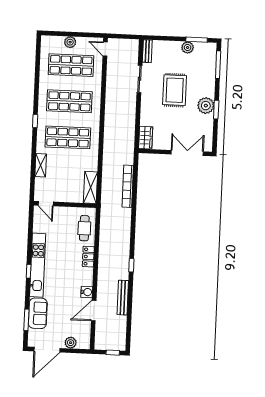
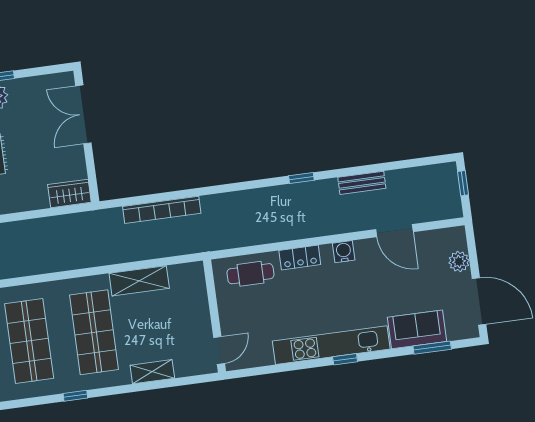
shelving: (90, 187) -> (139, 281), moved
water cooler: (87, 292) -> (344, 252), moved
bench: (123, 298) -> (362, 183), width x0.73

